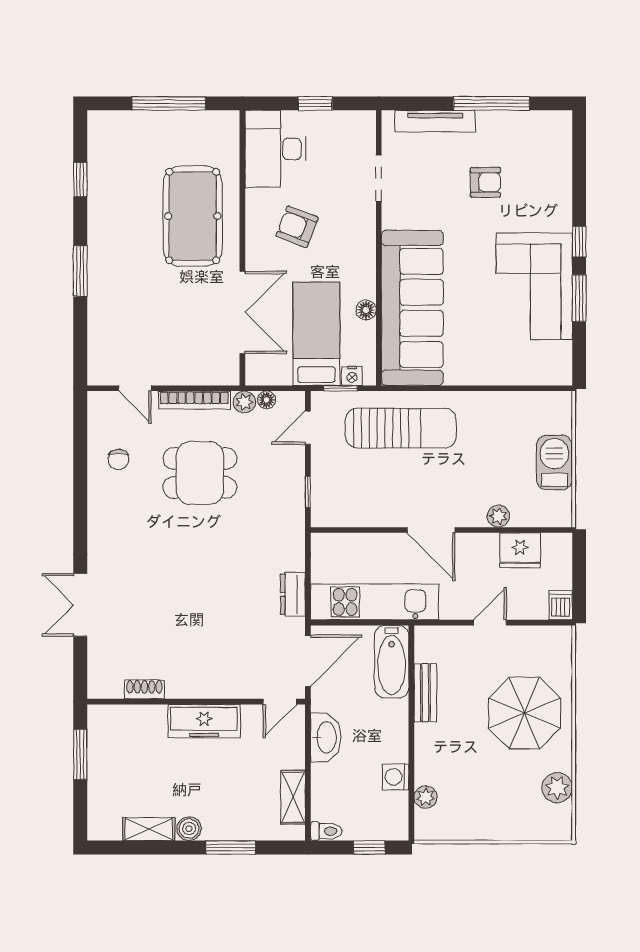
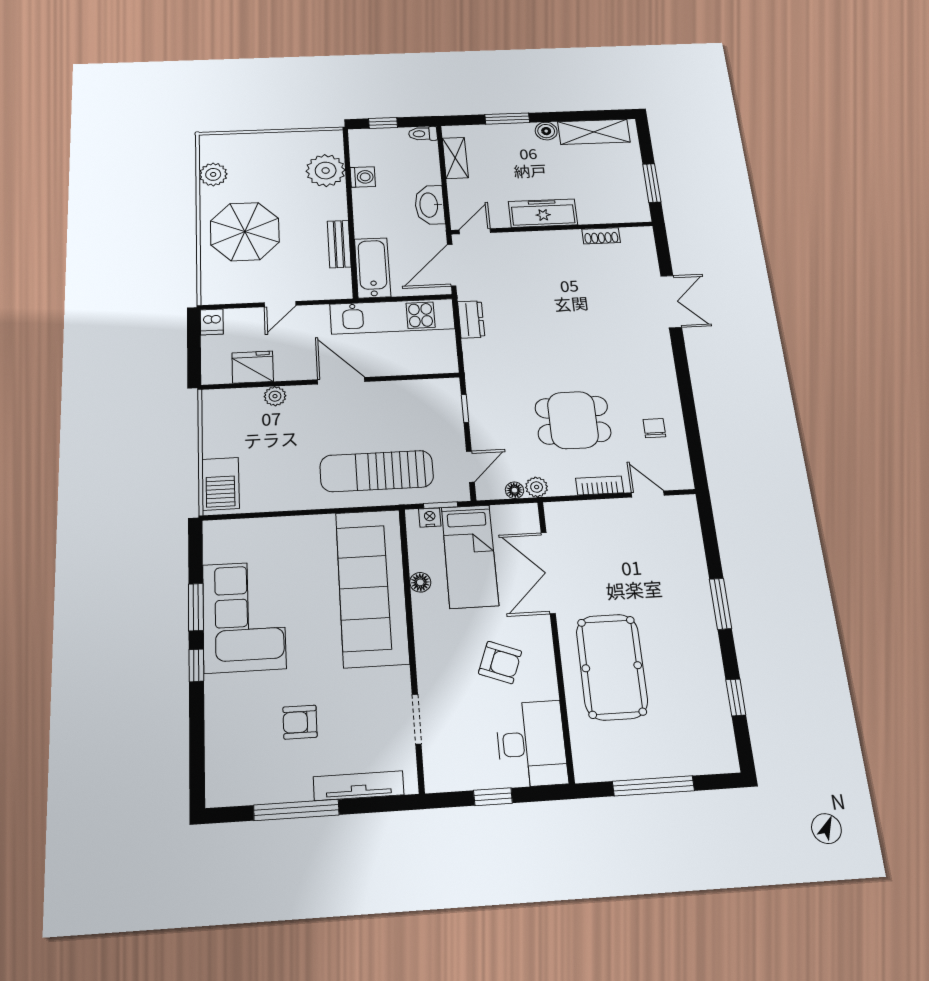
bookcase: (194, 400) -> (600, 485), width x0.64
barbecue: (554, 462) -> (220, 484), moved
plant: (426, 797) -> (326, 171), width x1.87, depth x1.87
shelving: (149, 829) -> (594, 132), width x1.50, depth x1.33

